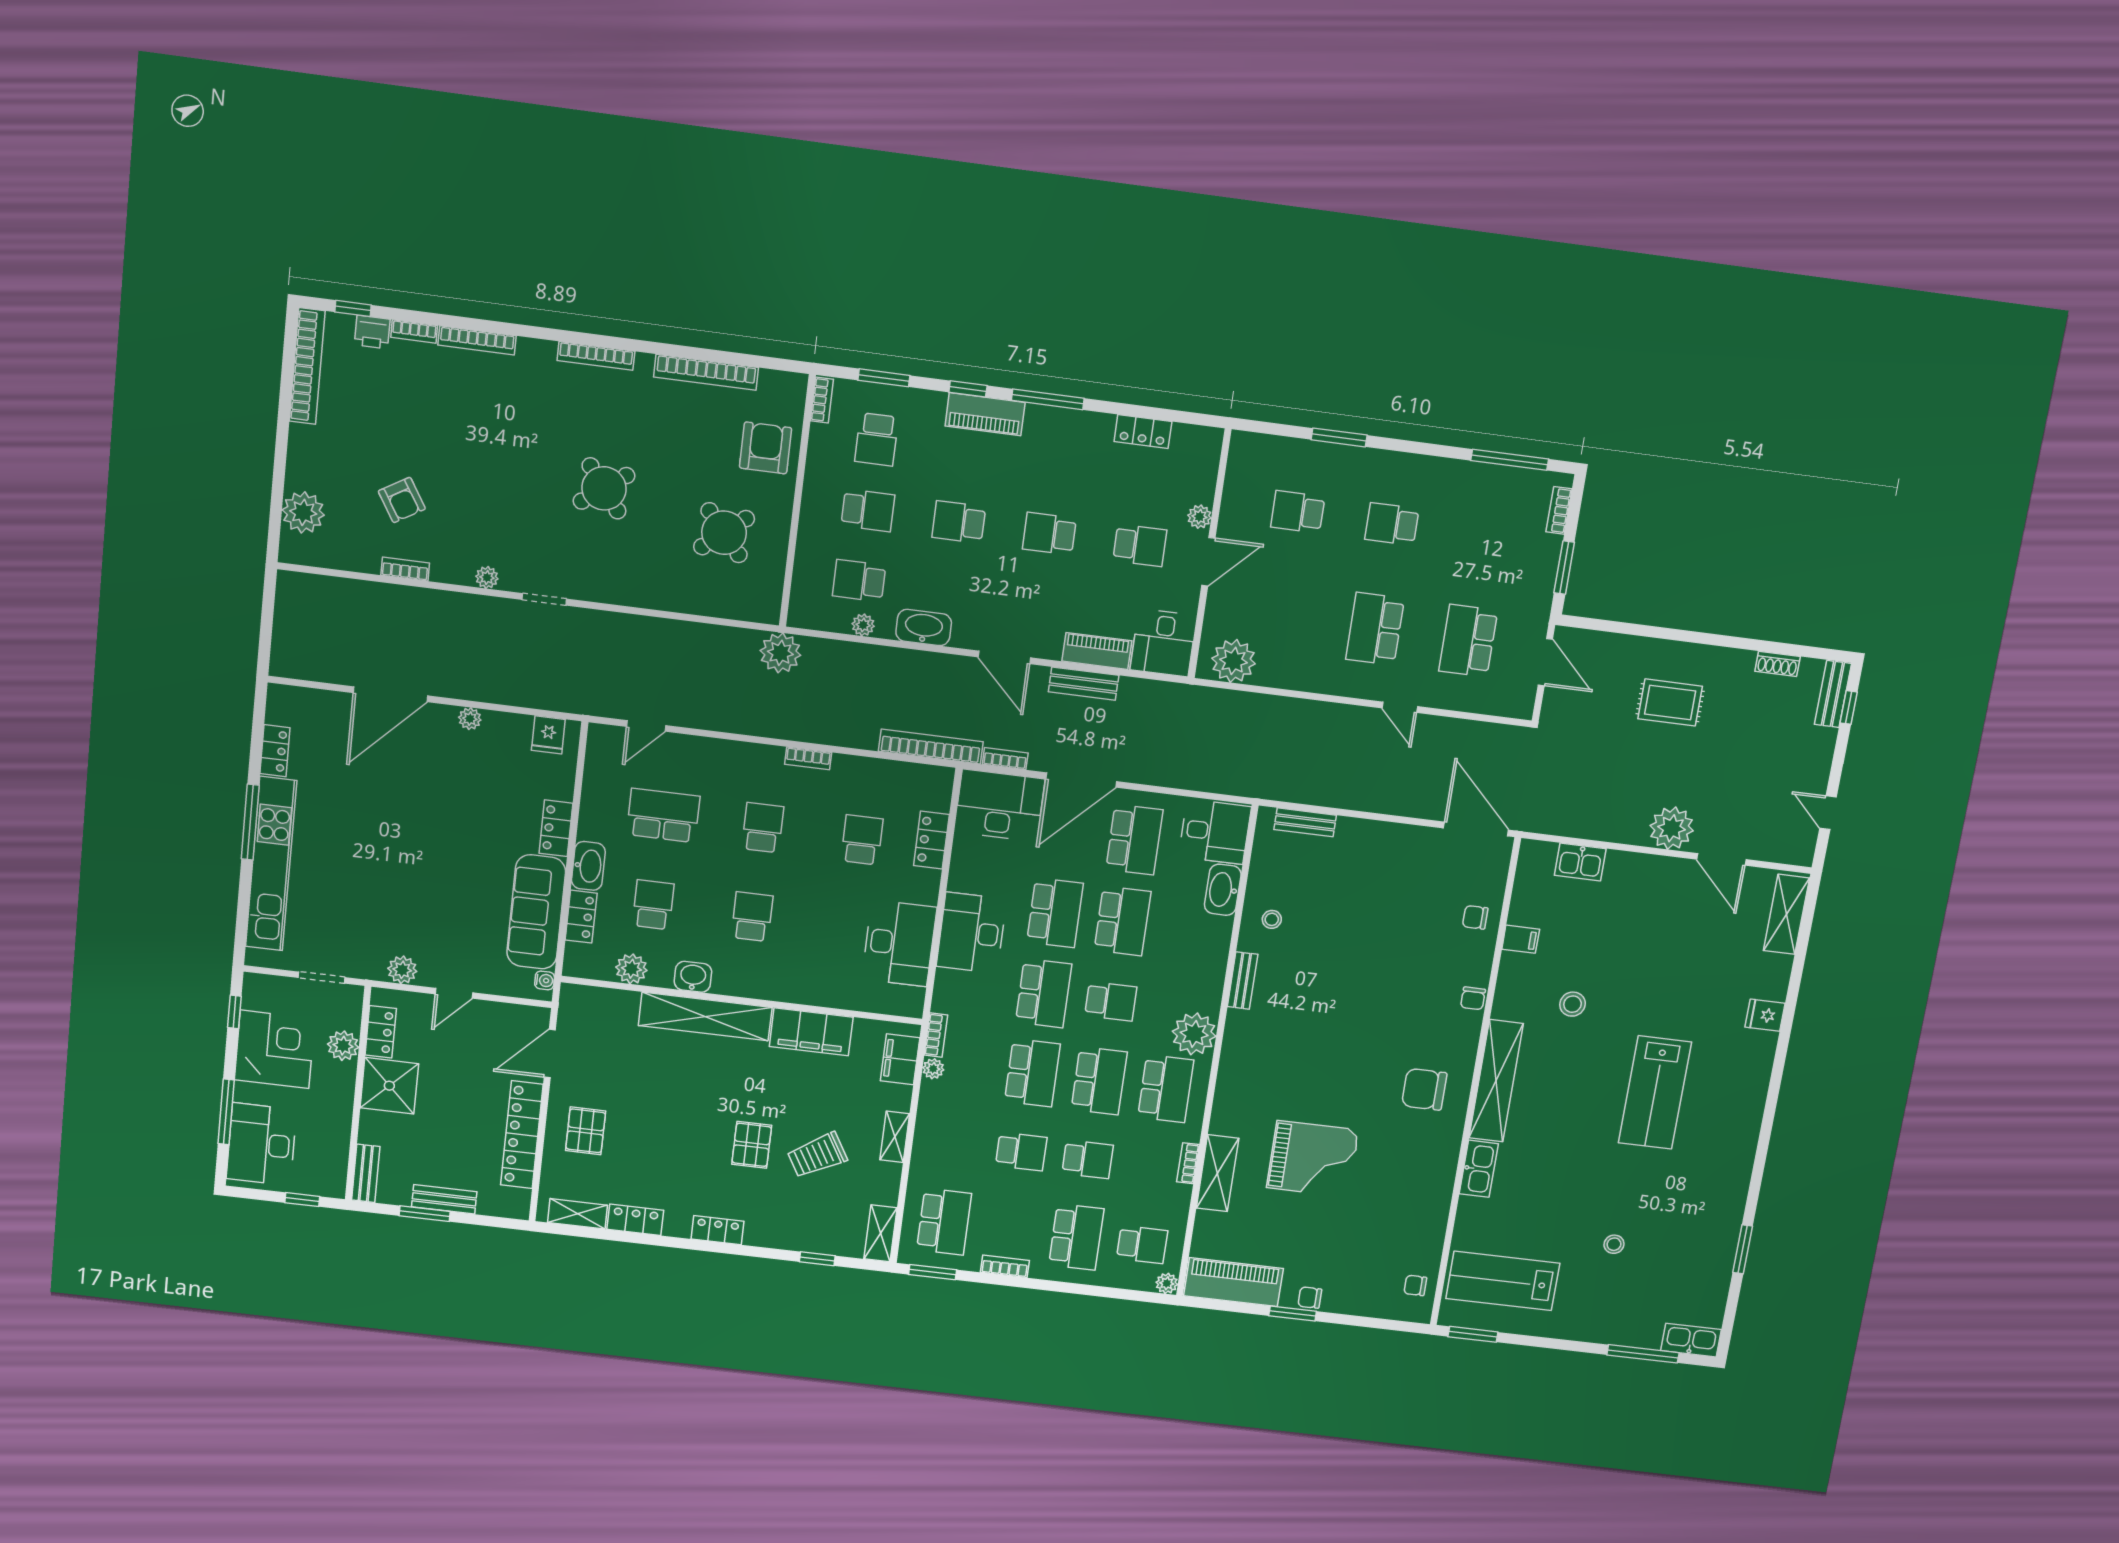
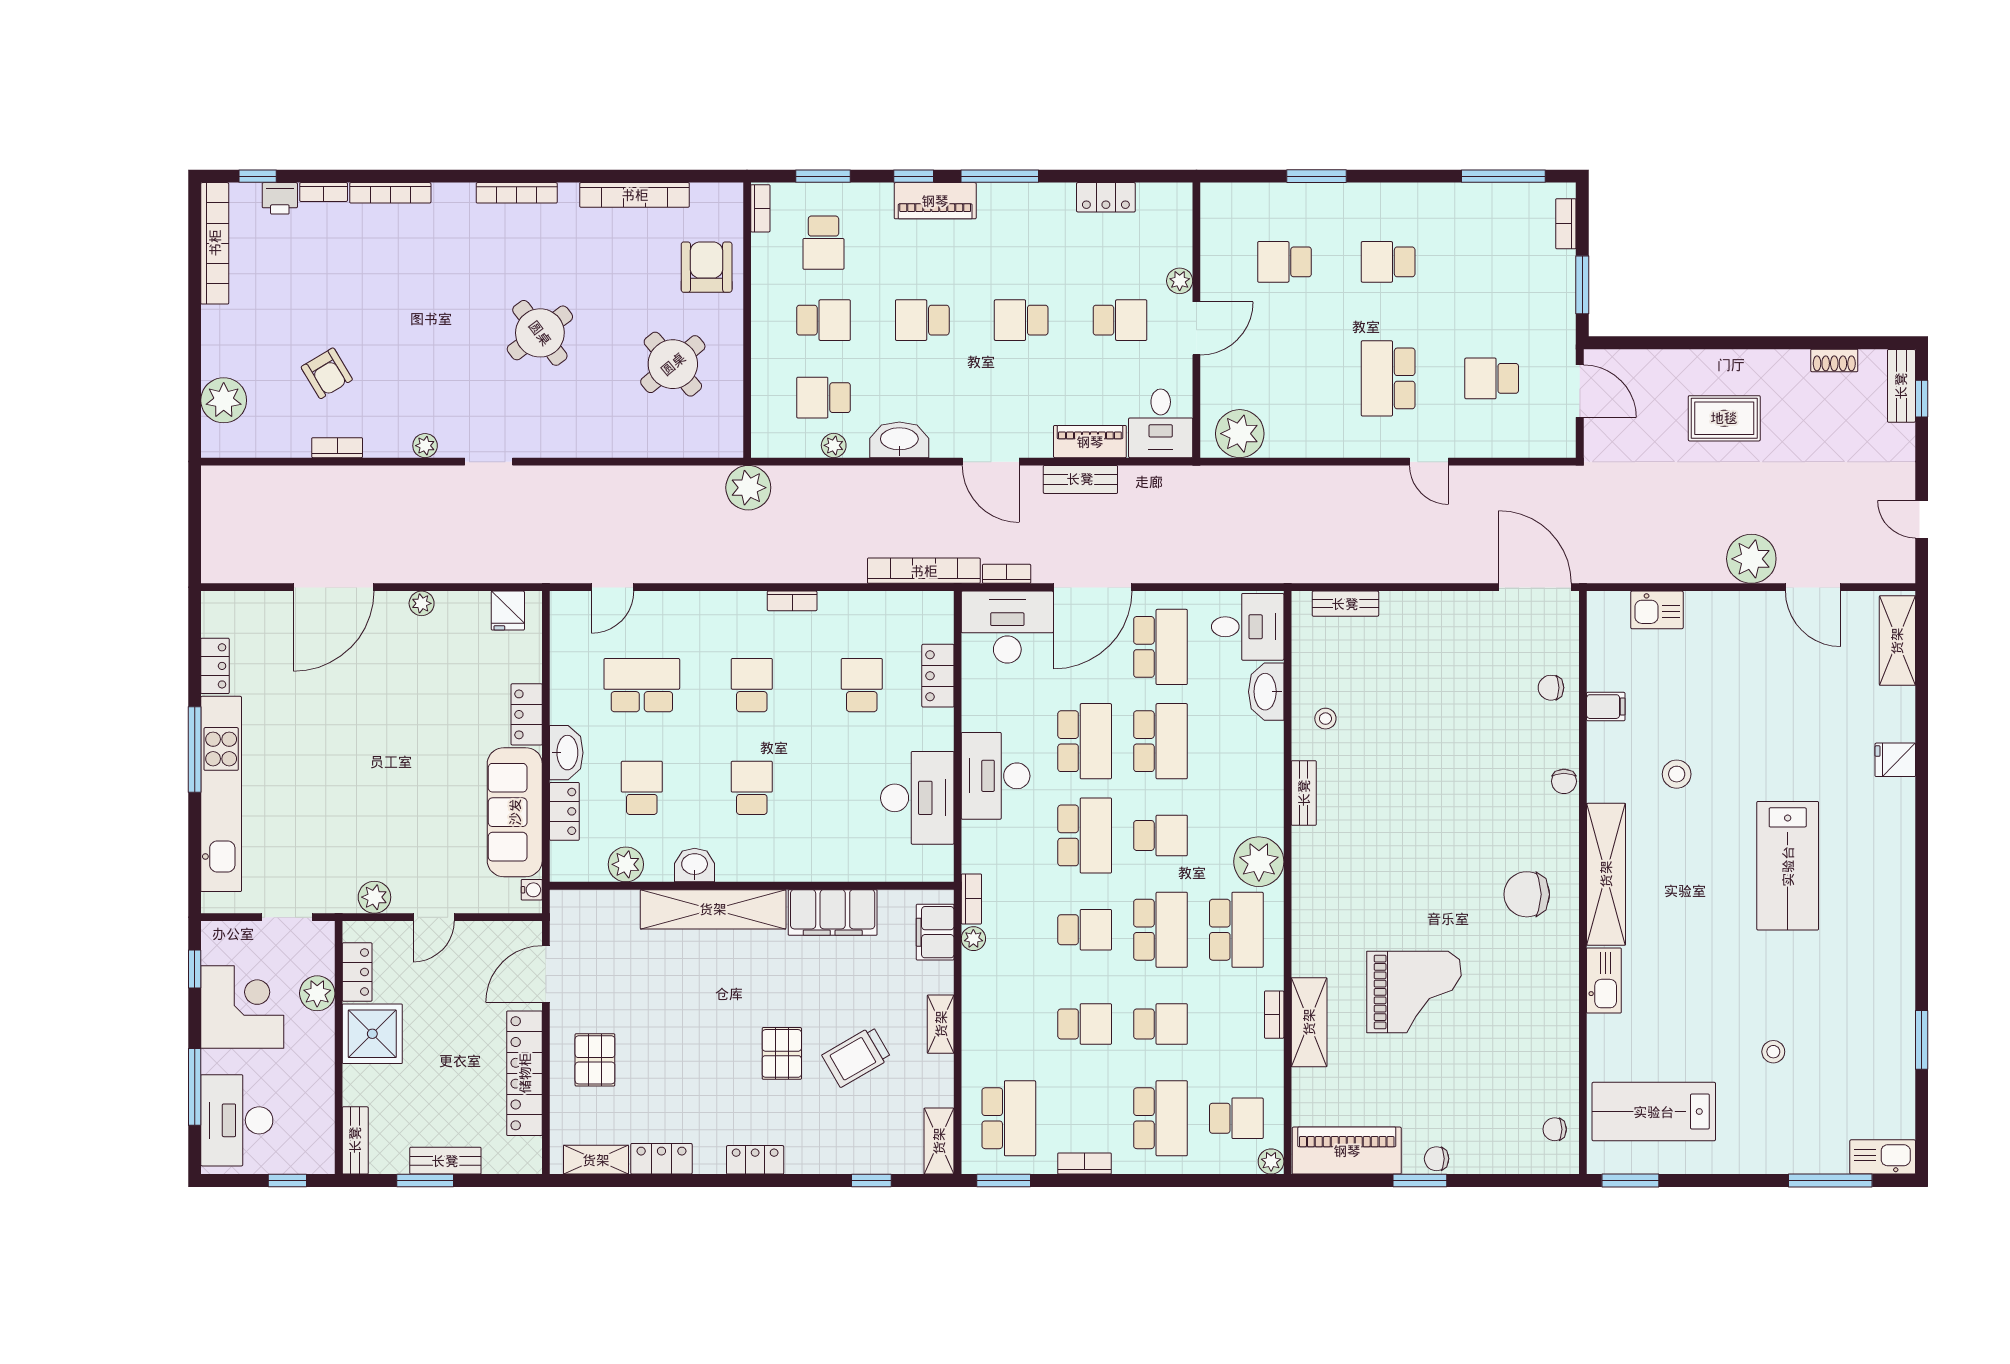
school desk: (1468, 641) -> (1492, 378), width x0.54
school desk: (1032, 1073) -> (1085, 930), width x0.54

